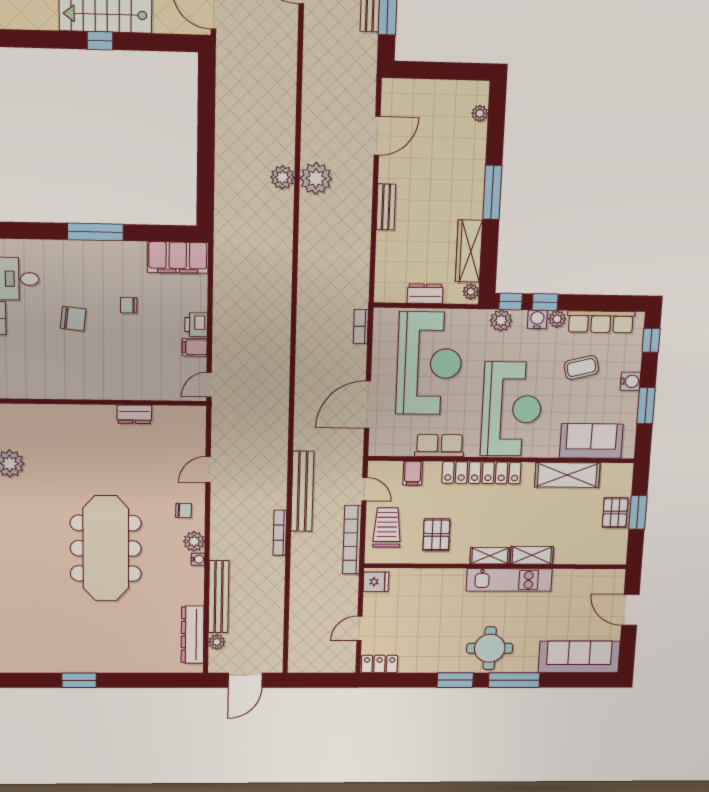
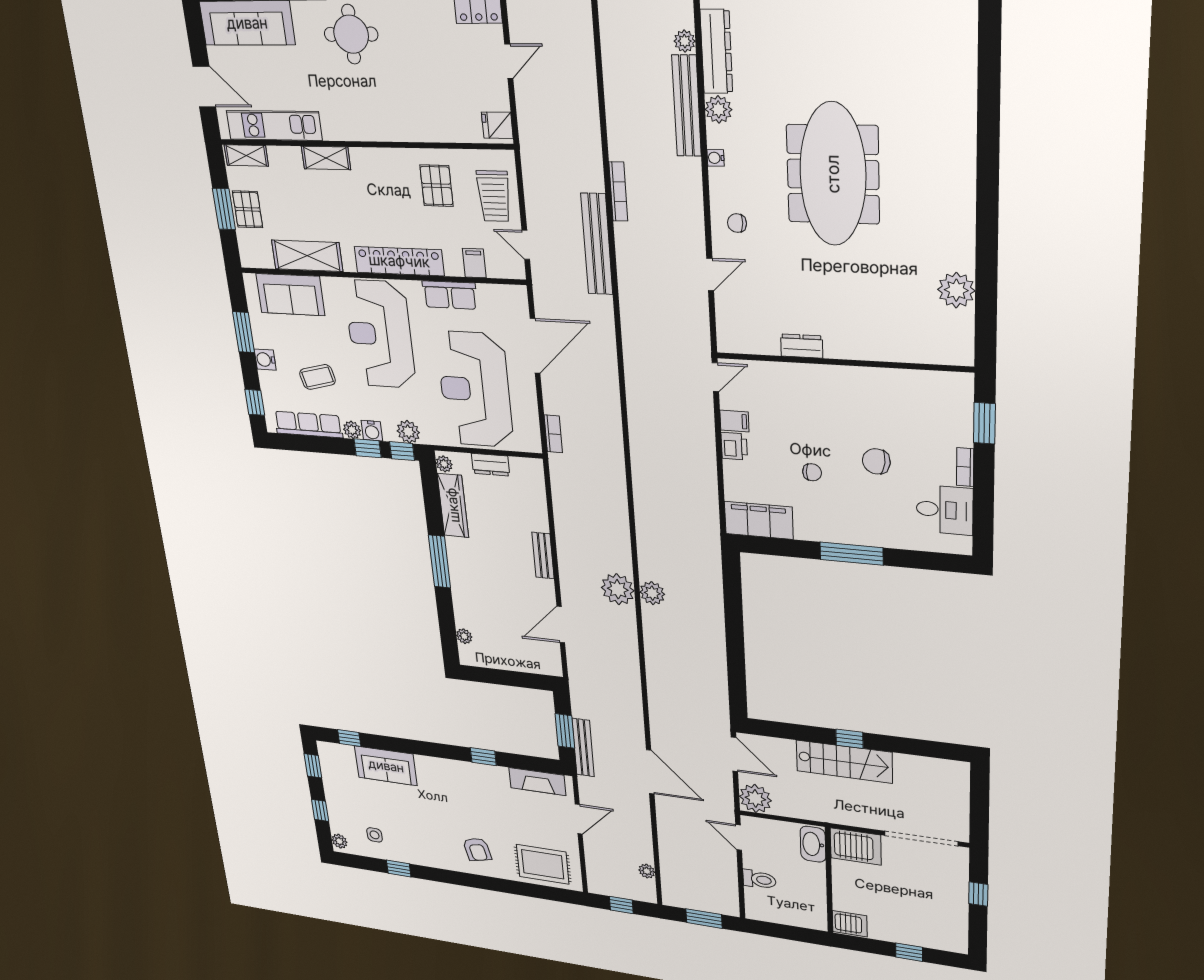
bookcase: (352, 540) -> (532, 181), removed
plant: (194, 541) -> (718, 109), moved
shelving: (490, 556) -> (246, 155), moved
kitchen unit: (509, 580) -> (274, 125), moved

